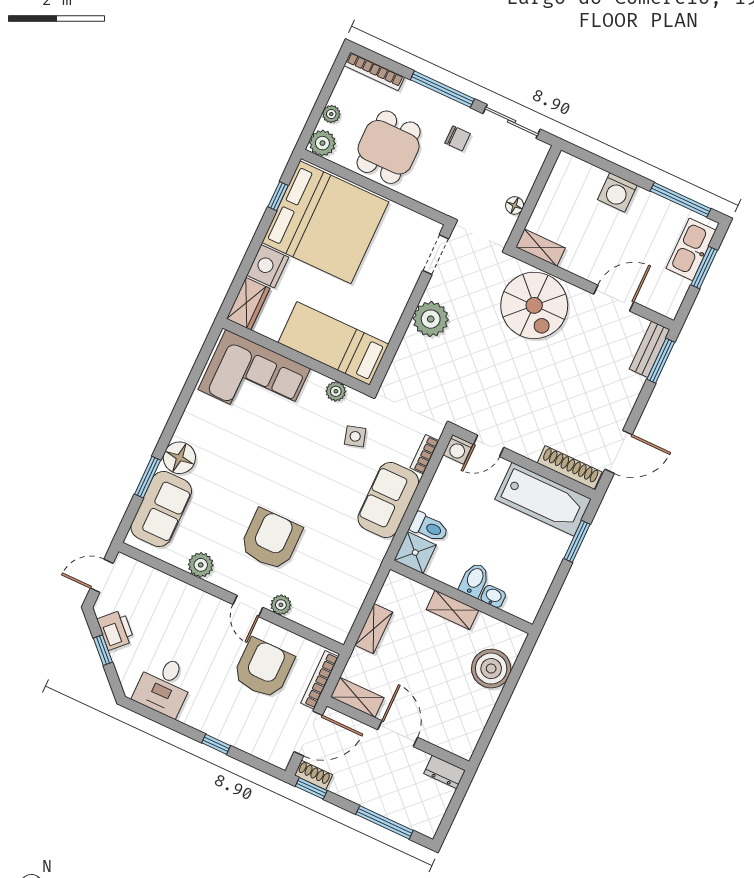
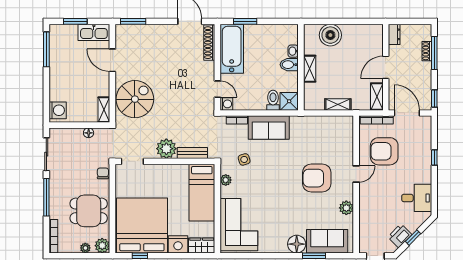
chair: (458, 138) -> (103, 173), moved
washing machine: (617, 192) -> (58, 110), moved
kitchen sink: (691, 249) -> (94, 32), moved
bench: (650, 349) -> (192, 153), moved
plant: (281, 605) -> (348, 157), removed
shoe rack: (313, 775) -> (427, 51), moved

